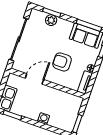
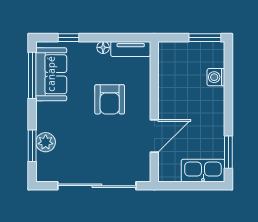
door: (34, 79) -> (154, 136), swing flipped
washing machine: (44, 119) -> (216, 77), moved

